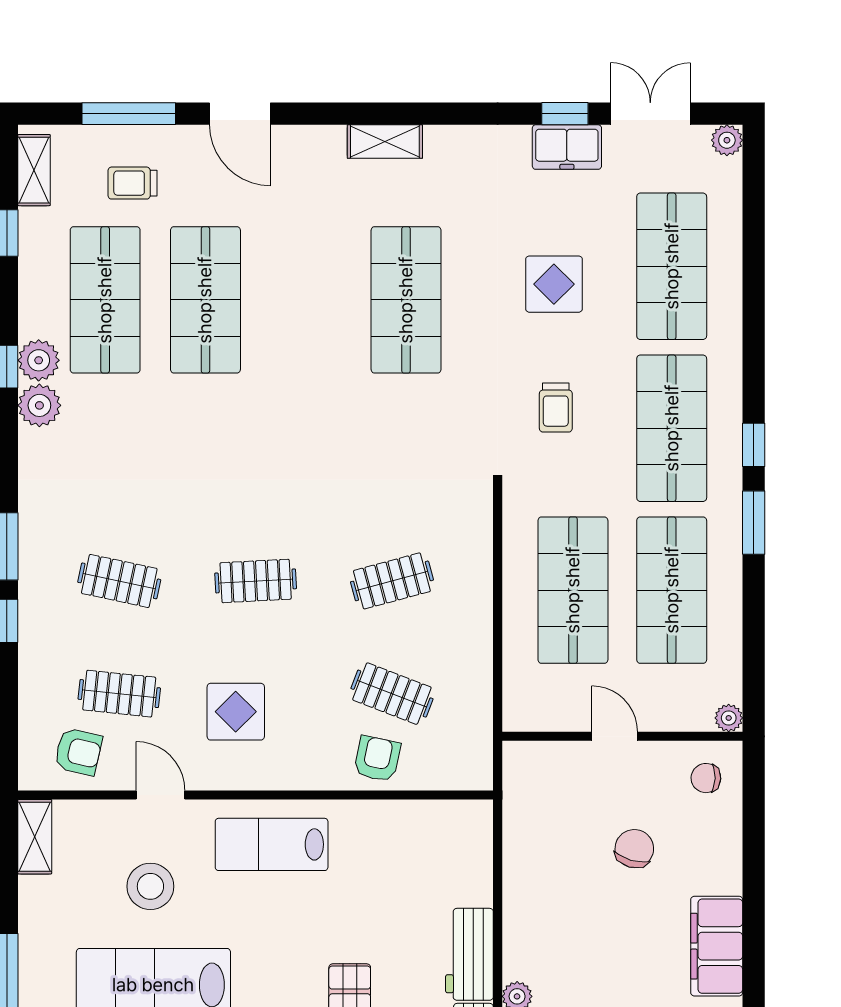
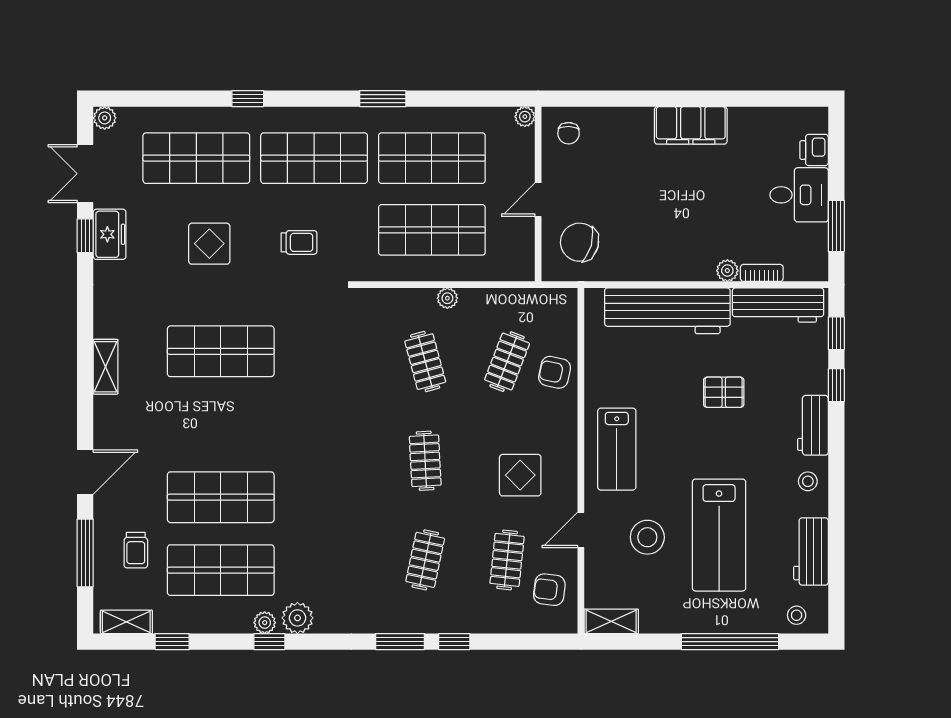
plant: (39, 360) -> (265, 623), width x0.73, depth x0.73
window: (754, 445) -> (248, 99), moved
plant: (479, 612) -> (447, 298), added
armchair: (78, 752) -> (549, 590), turned -96
chair: (634, 849) -> (580, 242), moved, width x1.37, depth x1.37
workbench: (469, 954) -> (667, 311), width x1.88, depth x1.32

